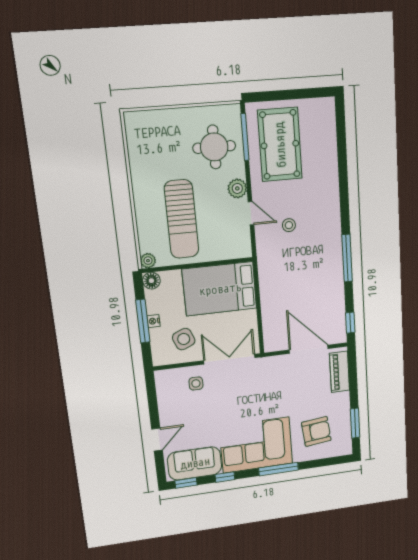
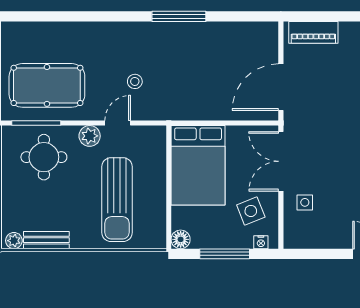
bench: (136, 156) -> (46, 240), added
sun lounger: (182, 219) -> (117, 200), turned 90
plant: (148, 261) -> (14, 241), moved
nightstand: (153, 321) -> (261, 242), moved
window: (350, 323) -> (255, 16), removed
door: (309, 349) -> (281, 87), moved

